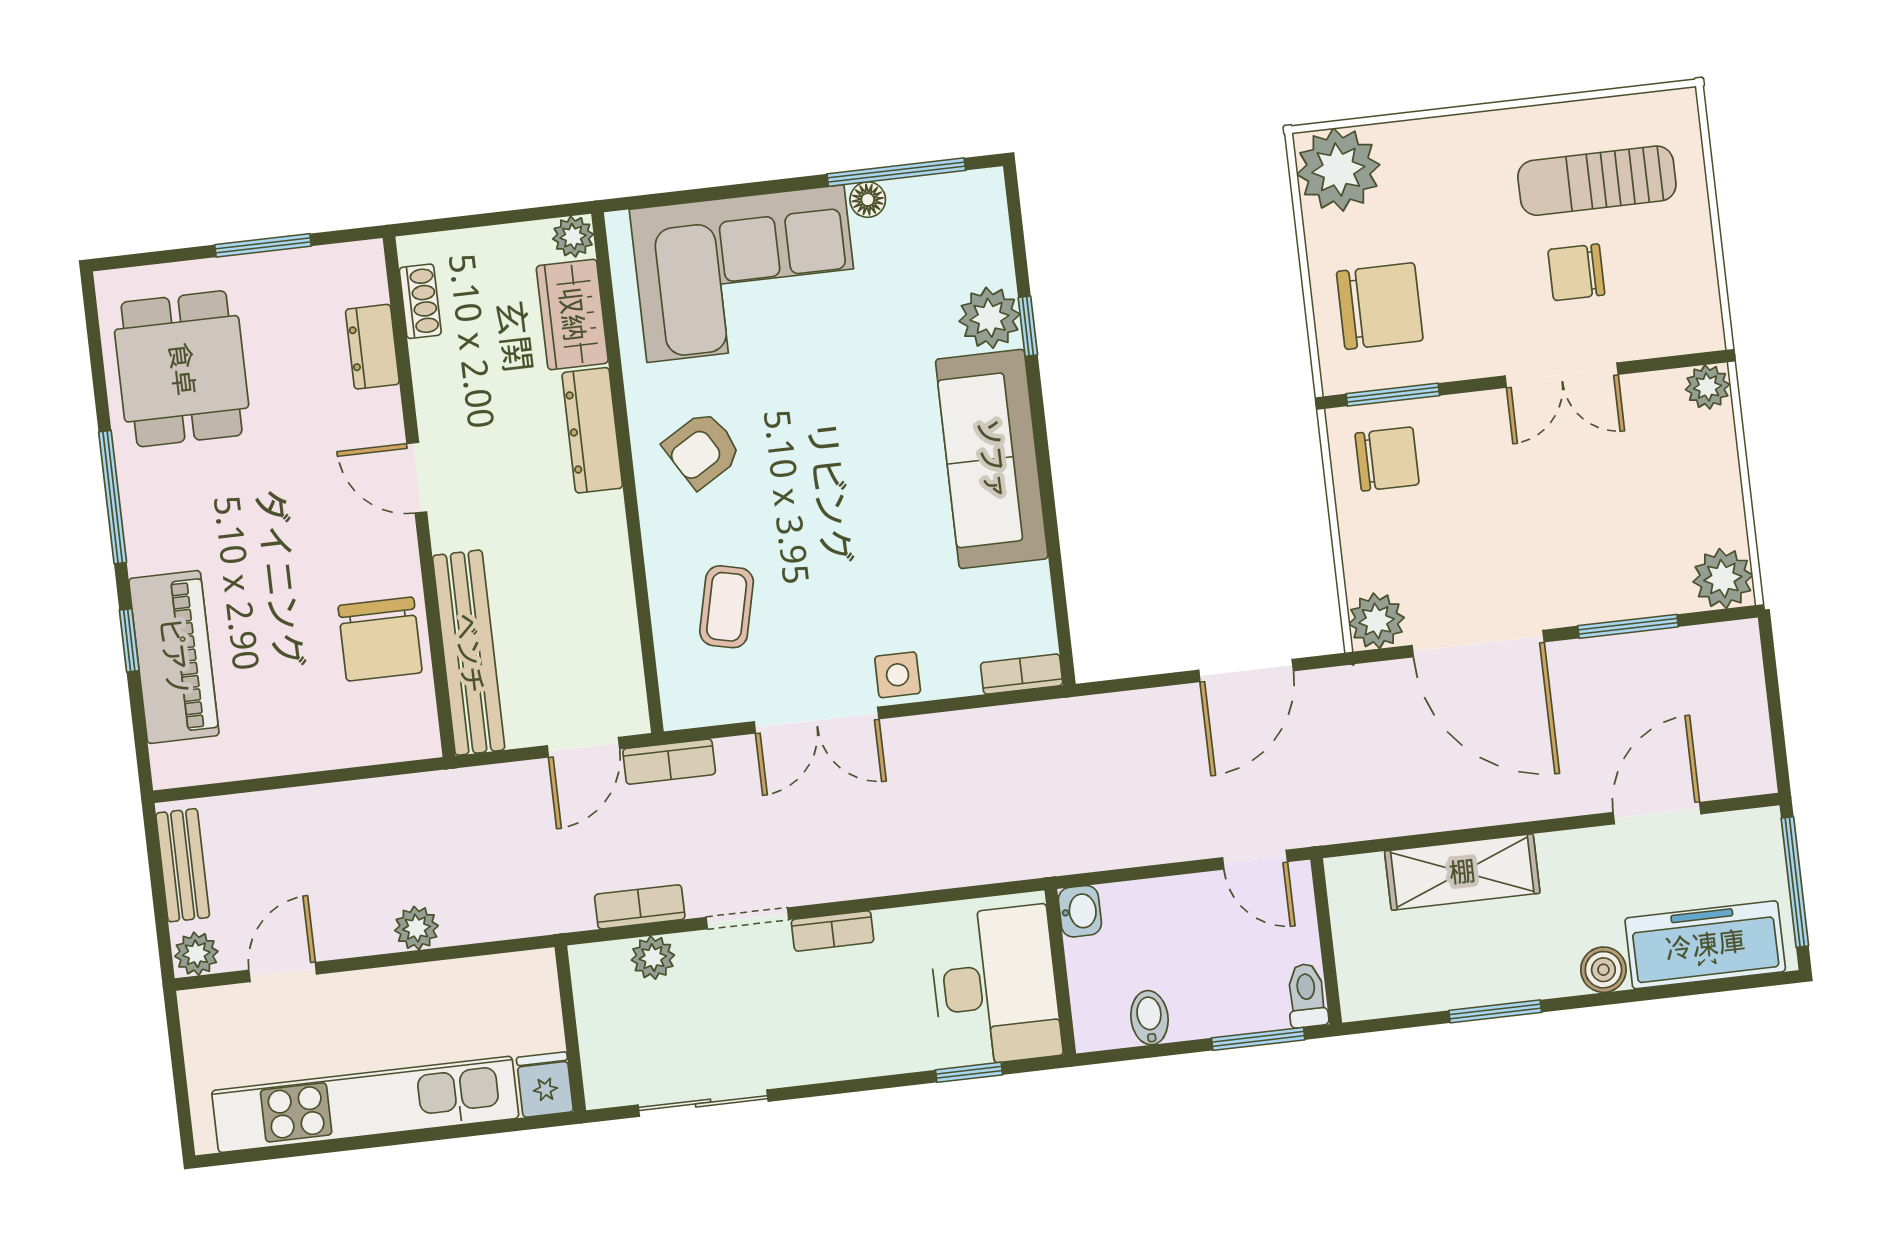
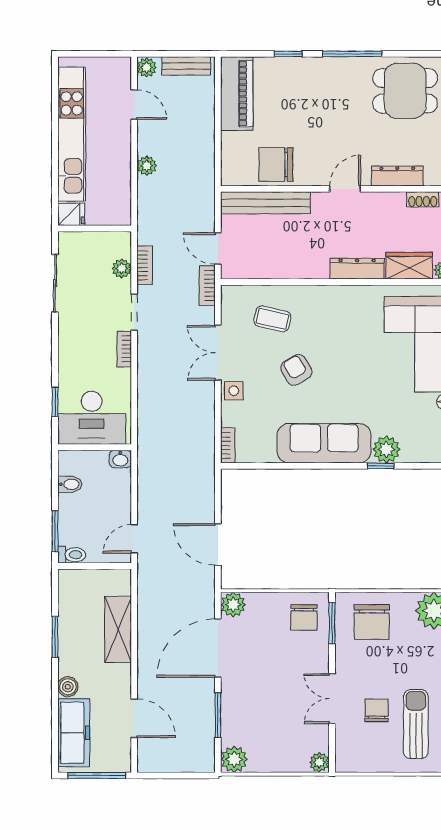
dresser: (372, 347) -> (397, 176), width x1.44
armchair: (702, 450) -> (296, 370), moved
piano: (174, 657) -> (237, 94), moved, turned -90

